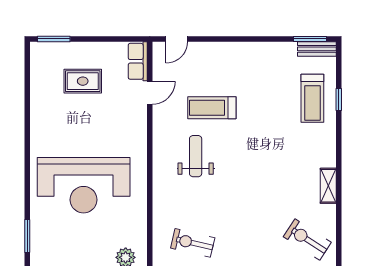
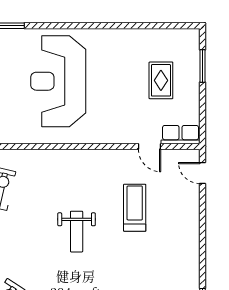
window: (54, 39) -> (203, 66), moved
weight bench: (196, 156) -> (77, 232), moved, turned 90

